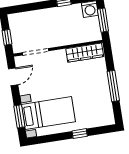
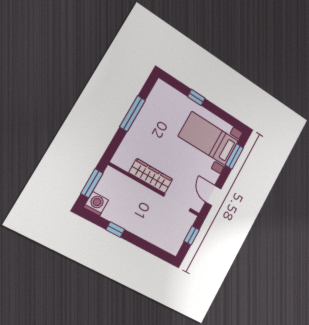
wardrobe: (85, 53) -> (151, 176), moved
door: (13, 77) -> (213, 196), hinge flipped

